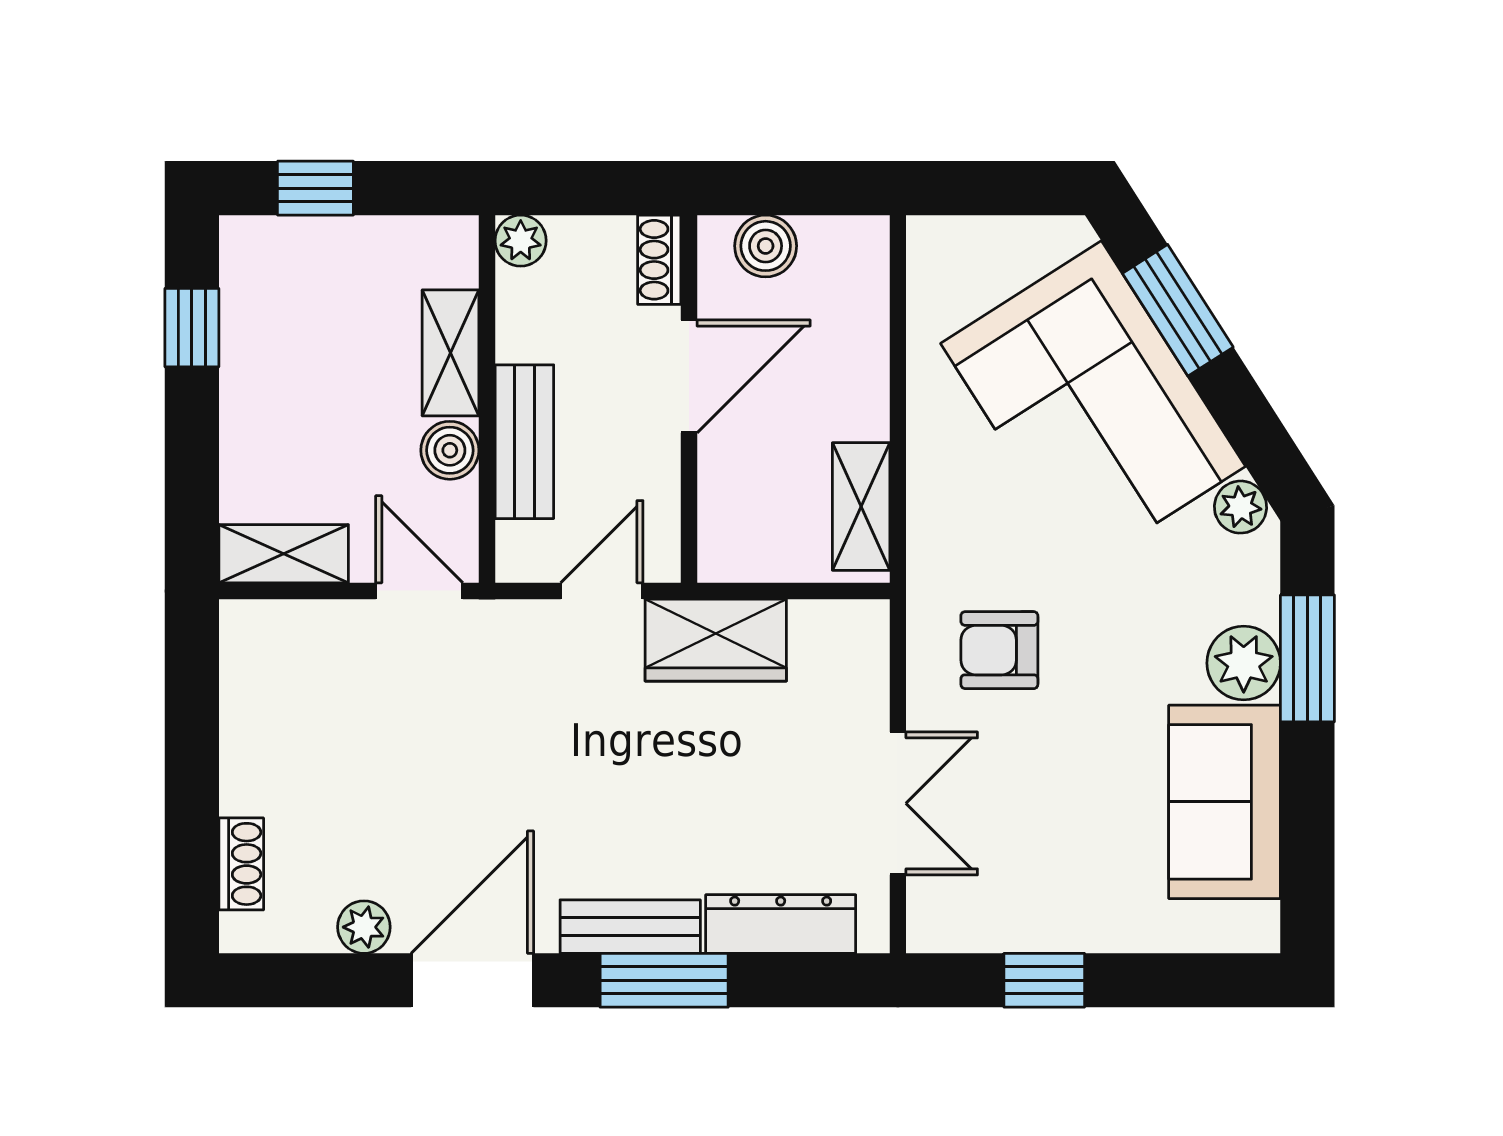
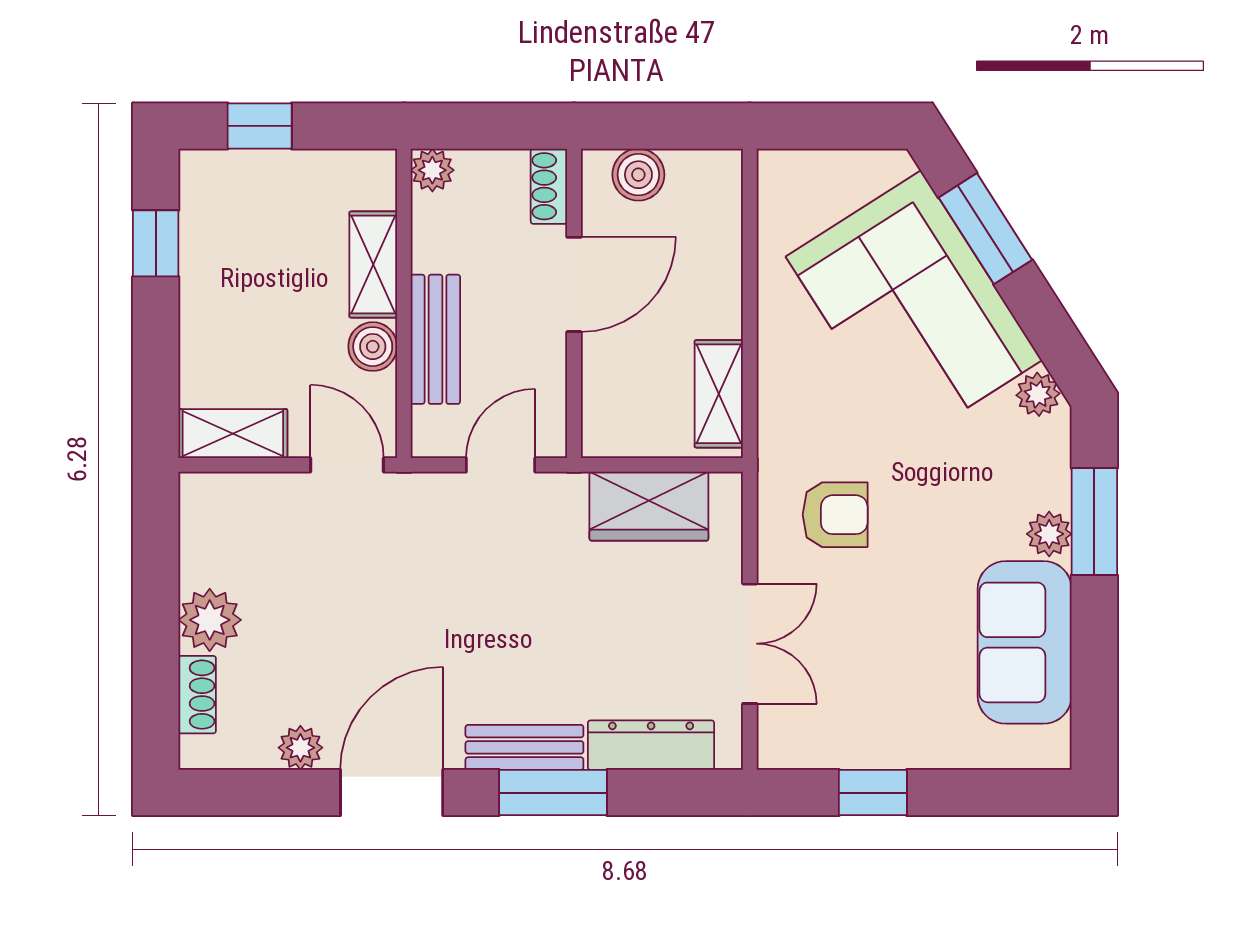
wardrobe: (716, 640) -> (649, 506), moved
armchair: (999, 650) -> (835, 515), turned 180
plant: (1244, 663) -> (1049, 534), width x0.73, depth x0.73
plant: (256, 775) -> (210, 620), added

